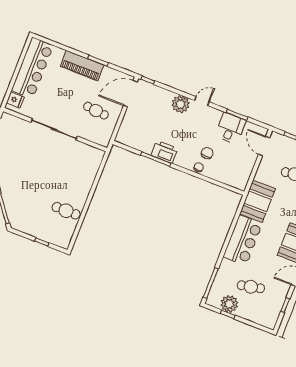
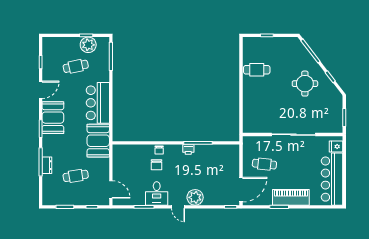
door: (202, 101) -> (178, 207), hinge flipped
desk: (230, 128) -> (157, 193), moved
printer: (164, 152) -> (188, 149), width x0.53, depth x0.68
round table: (22, 177) -> (305, 84), added

